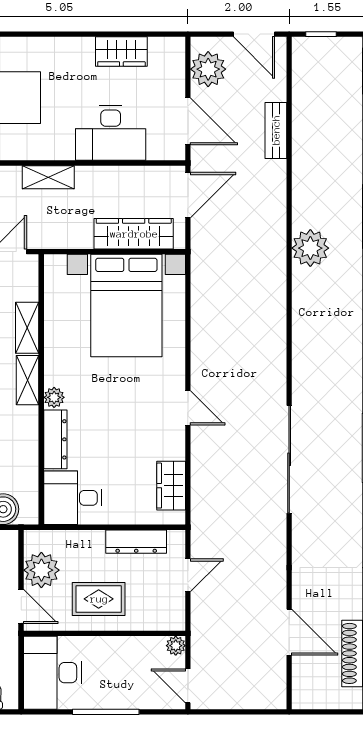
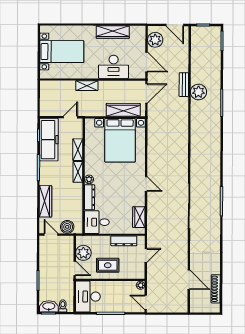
wardrobe: (121, 51) -> (113, 32), width x1.50
bench: (276, 130) -> (184, 85), moved
plant: (310, 248) -> (198, 92), moved

